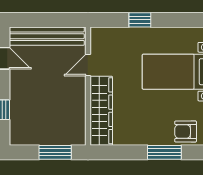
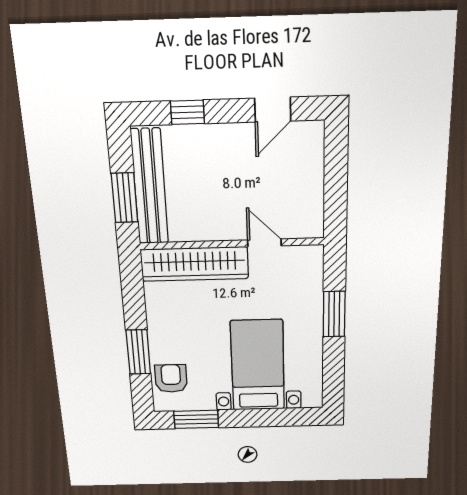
window: (140, 20) -> (334, 314), width x1.50
bench: (47, 36) -> (150, 187), moved

